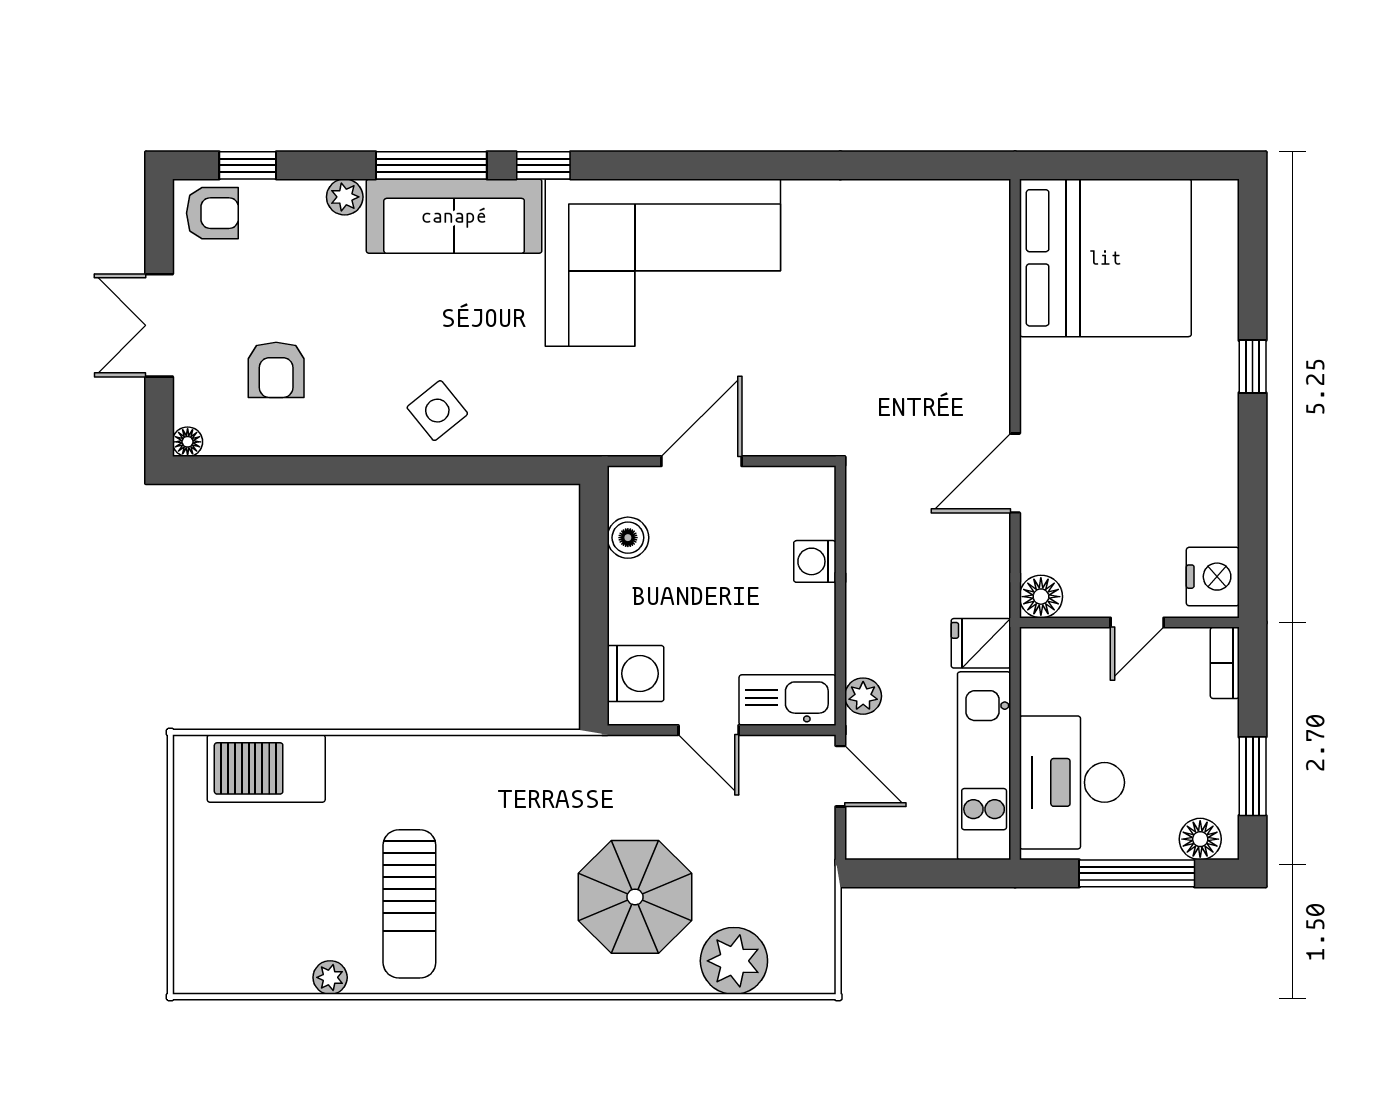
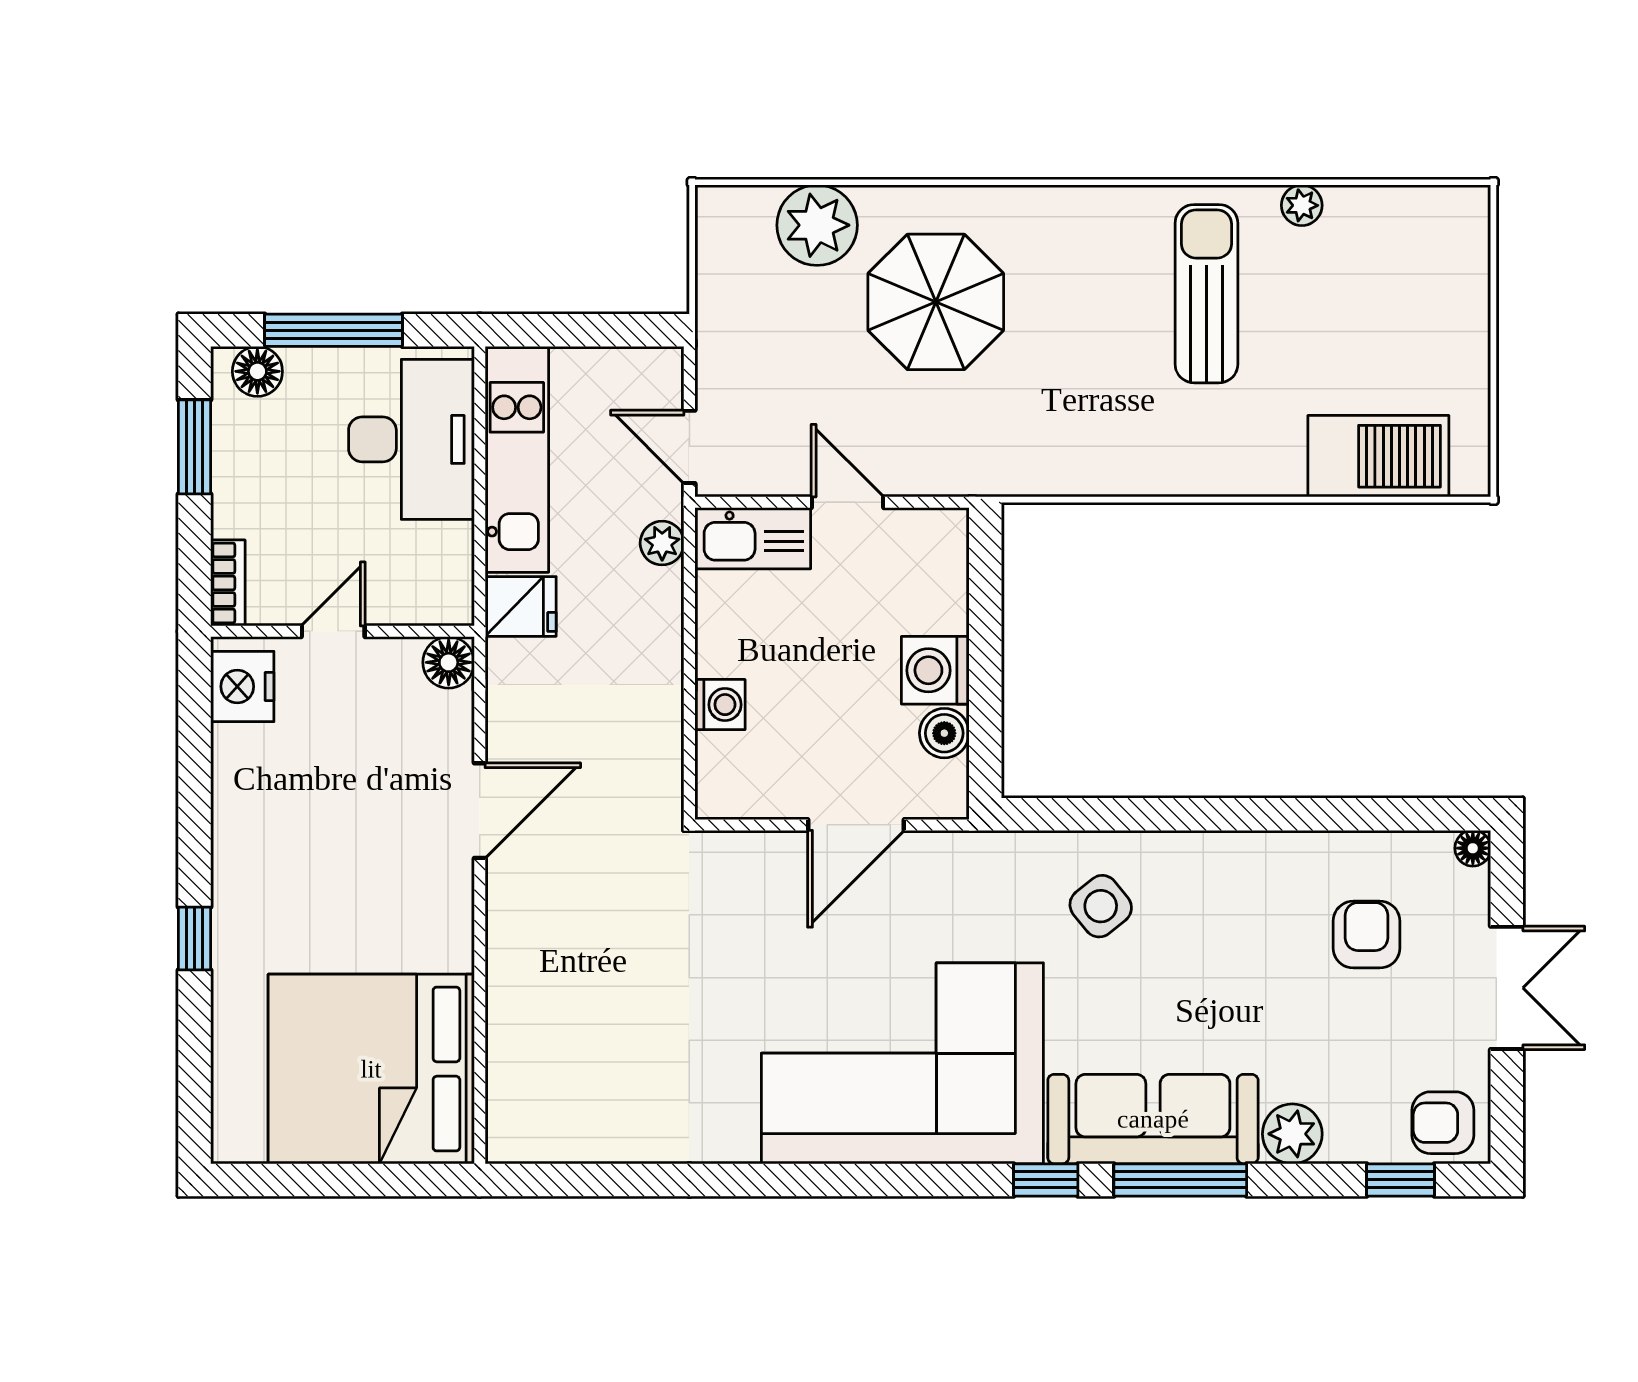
plant: (345, 197) -> (1292, 1134), width x1.38, depth x1.38
side table: (437, 411) -> (1101, 906), moved
washing machine: (635, 674) -> (935, 670), moved

